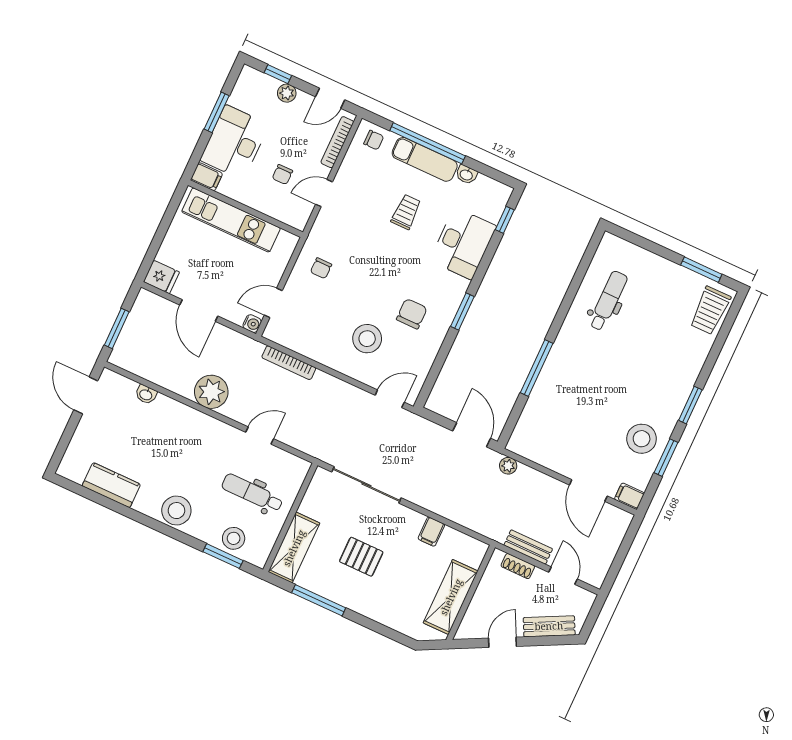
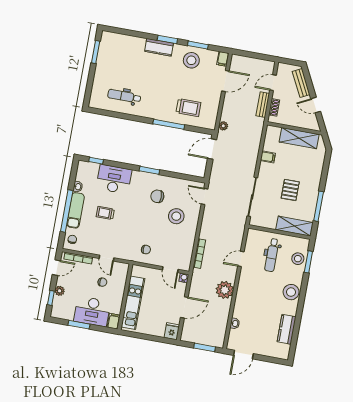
door: (330, 98) -> (56, 268), hinge flipped
trolley: (710, 310) -> (188, 108), moved
kitchen counter: (680, 386) -> (159, 47), added
door: (260, 435) -> (241, 259), hinge flipped

